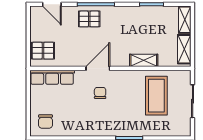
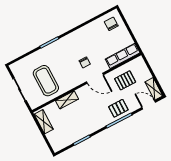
shelving: (185, 20) -> (154, 89), moved
pallet: (43, 51) -> (125, 80), moved
door: (98, 68) -> (95, 78), hinge flipped

